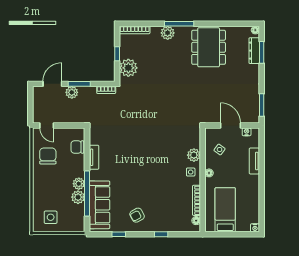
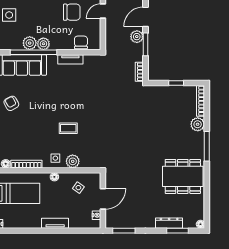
plant: (168, 33) -> (198, 124), moved
dresser: (254, 51) -> (169, 223), moved
plant: (128, 68) -> (162, 94), removed
door: (52, 84) -> (145, 17), swing flipped
coffee table: (161, 159) -> (68, 128), added
tv unit: (254, 161) -> (55, 223), moved

